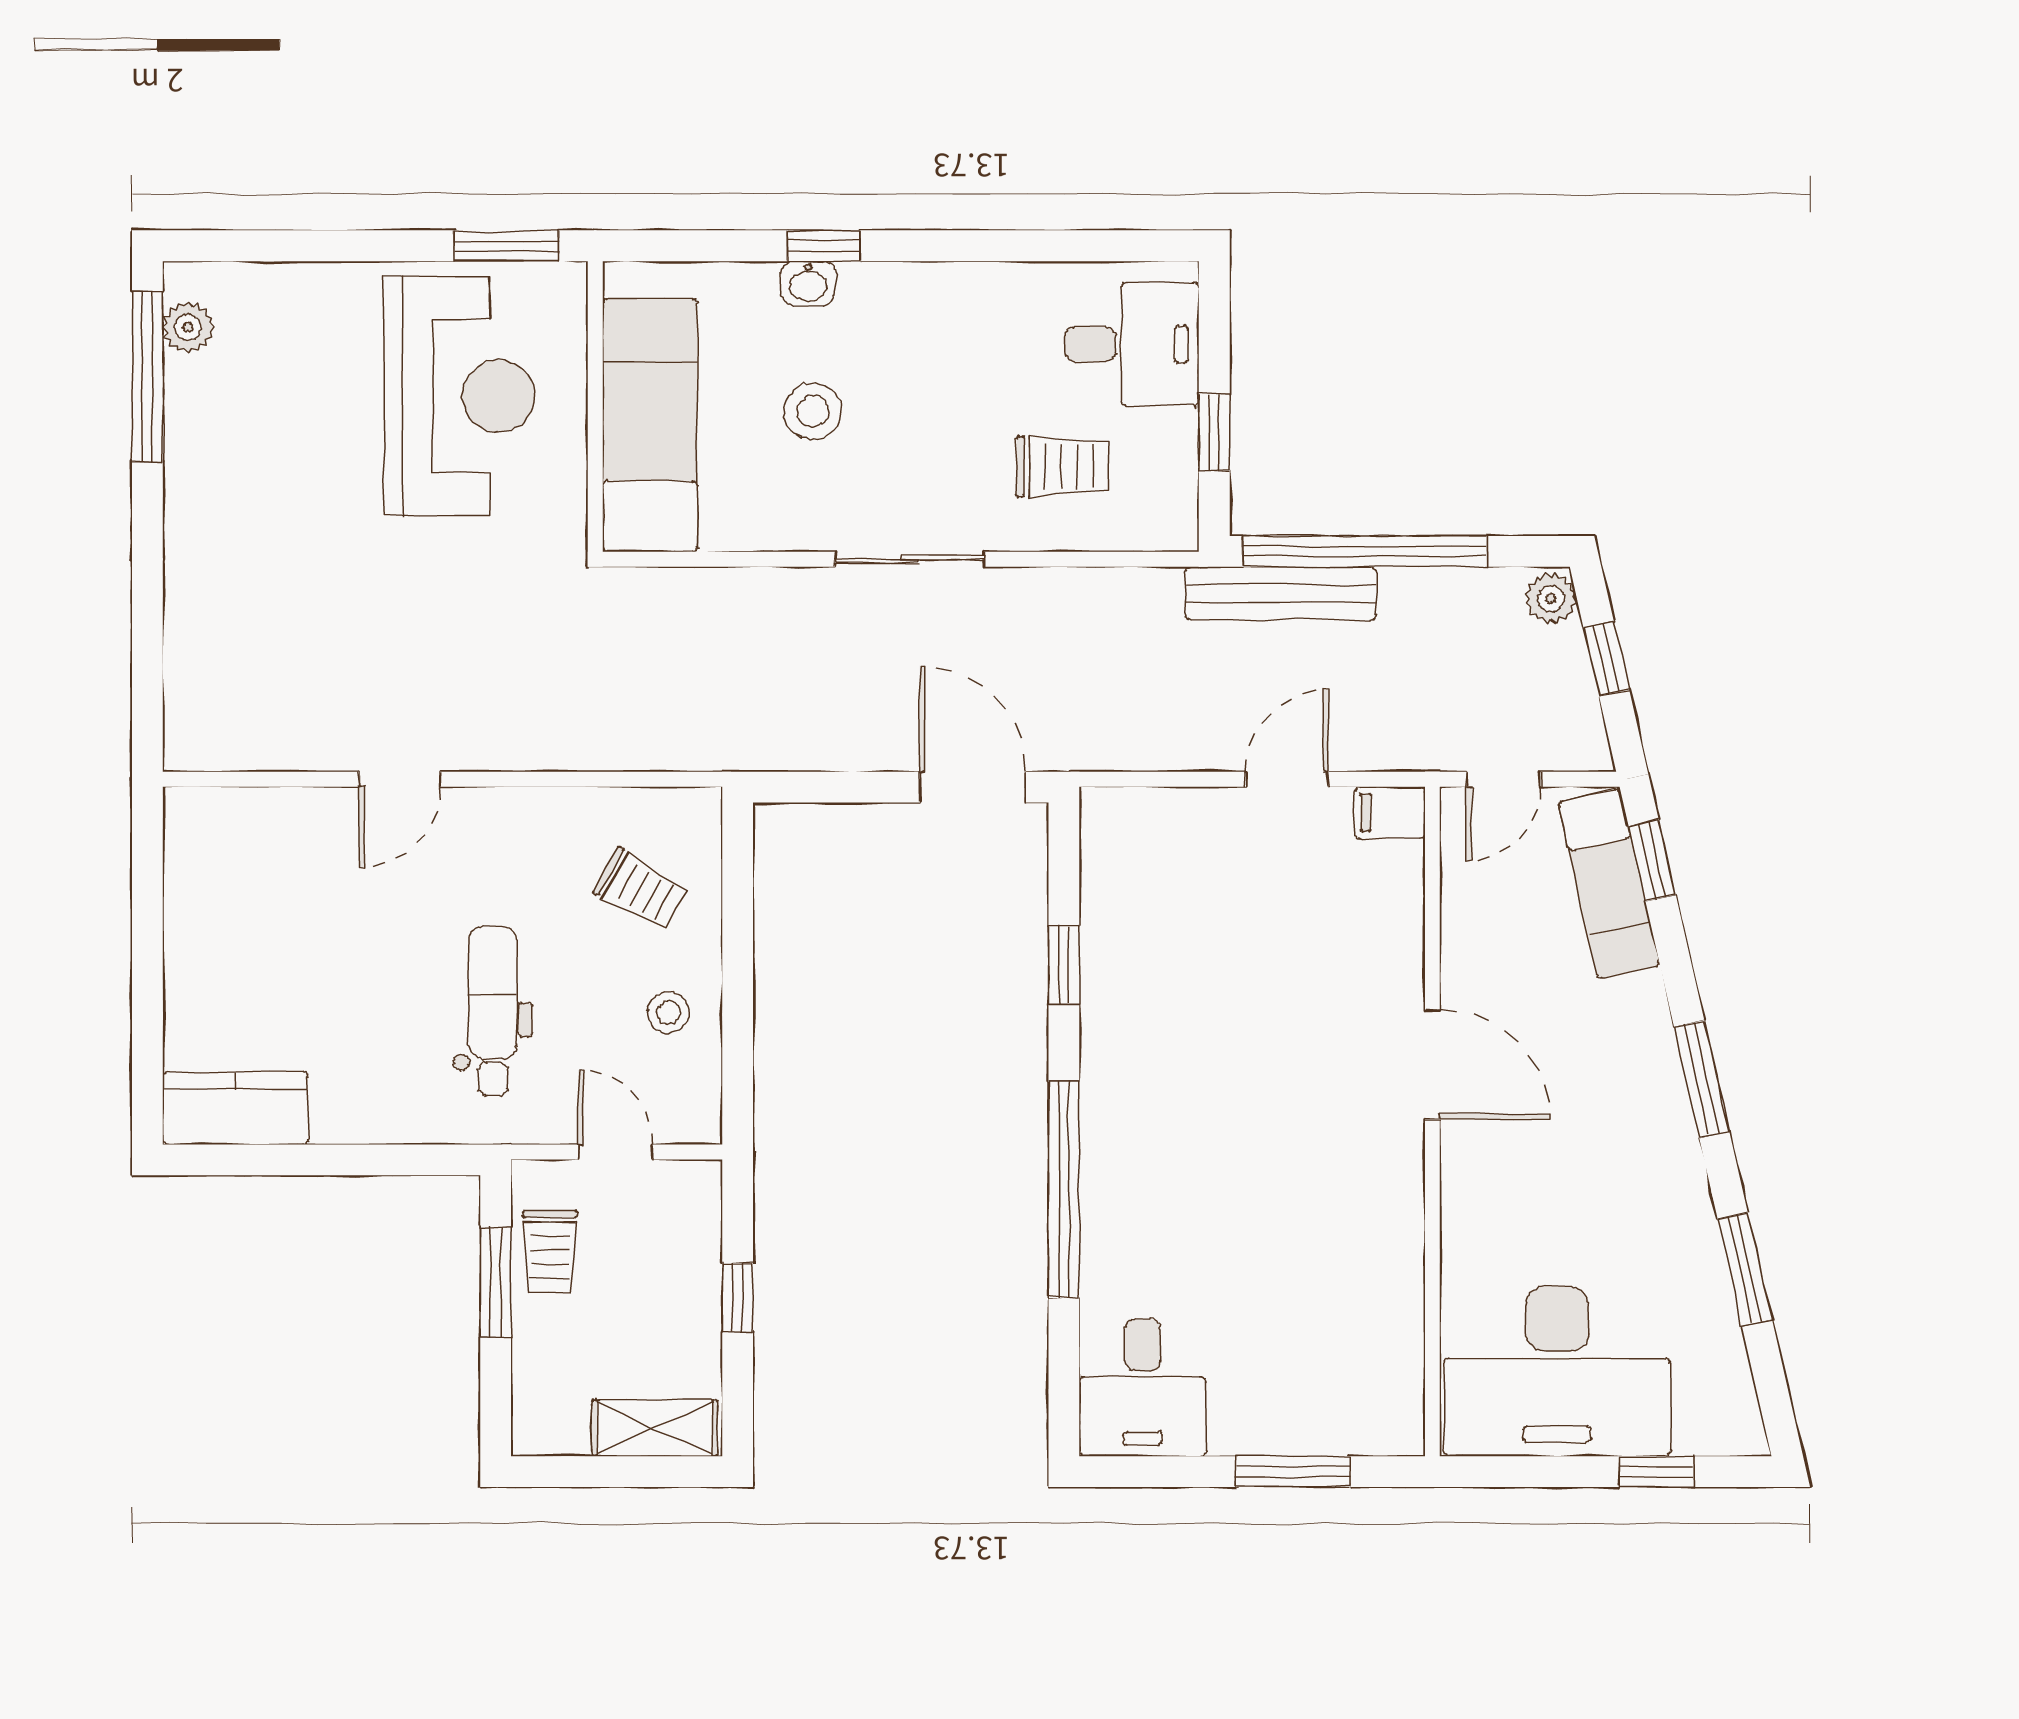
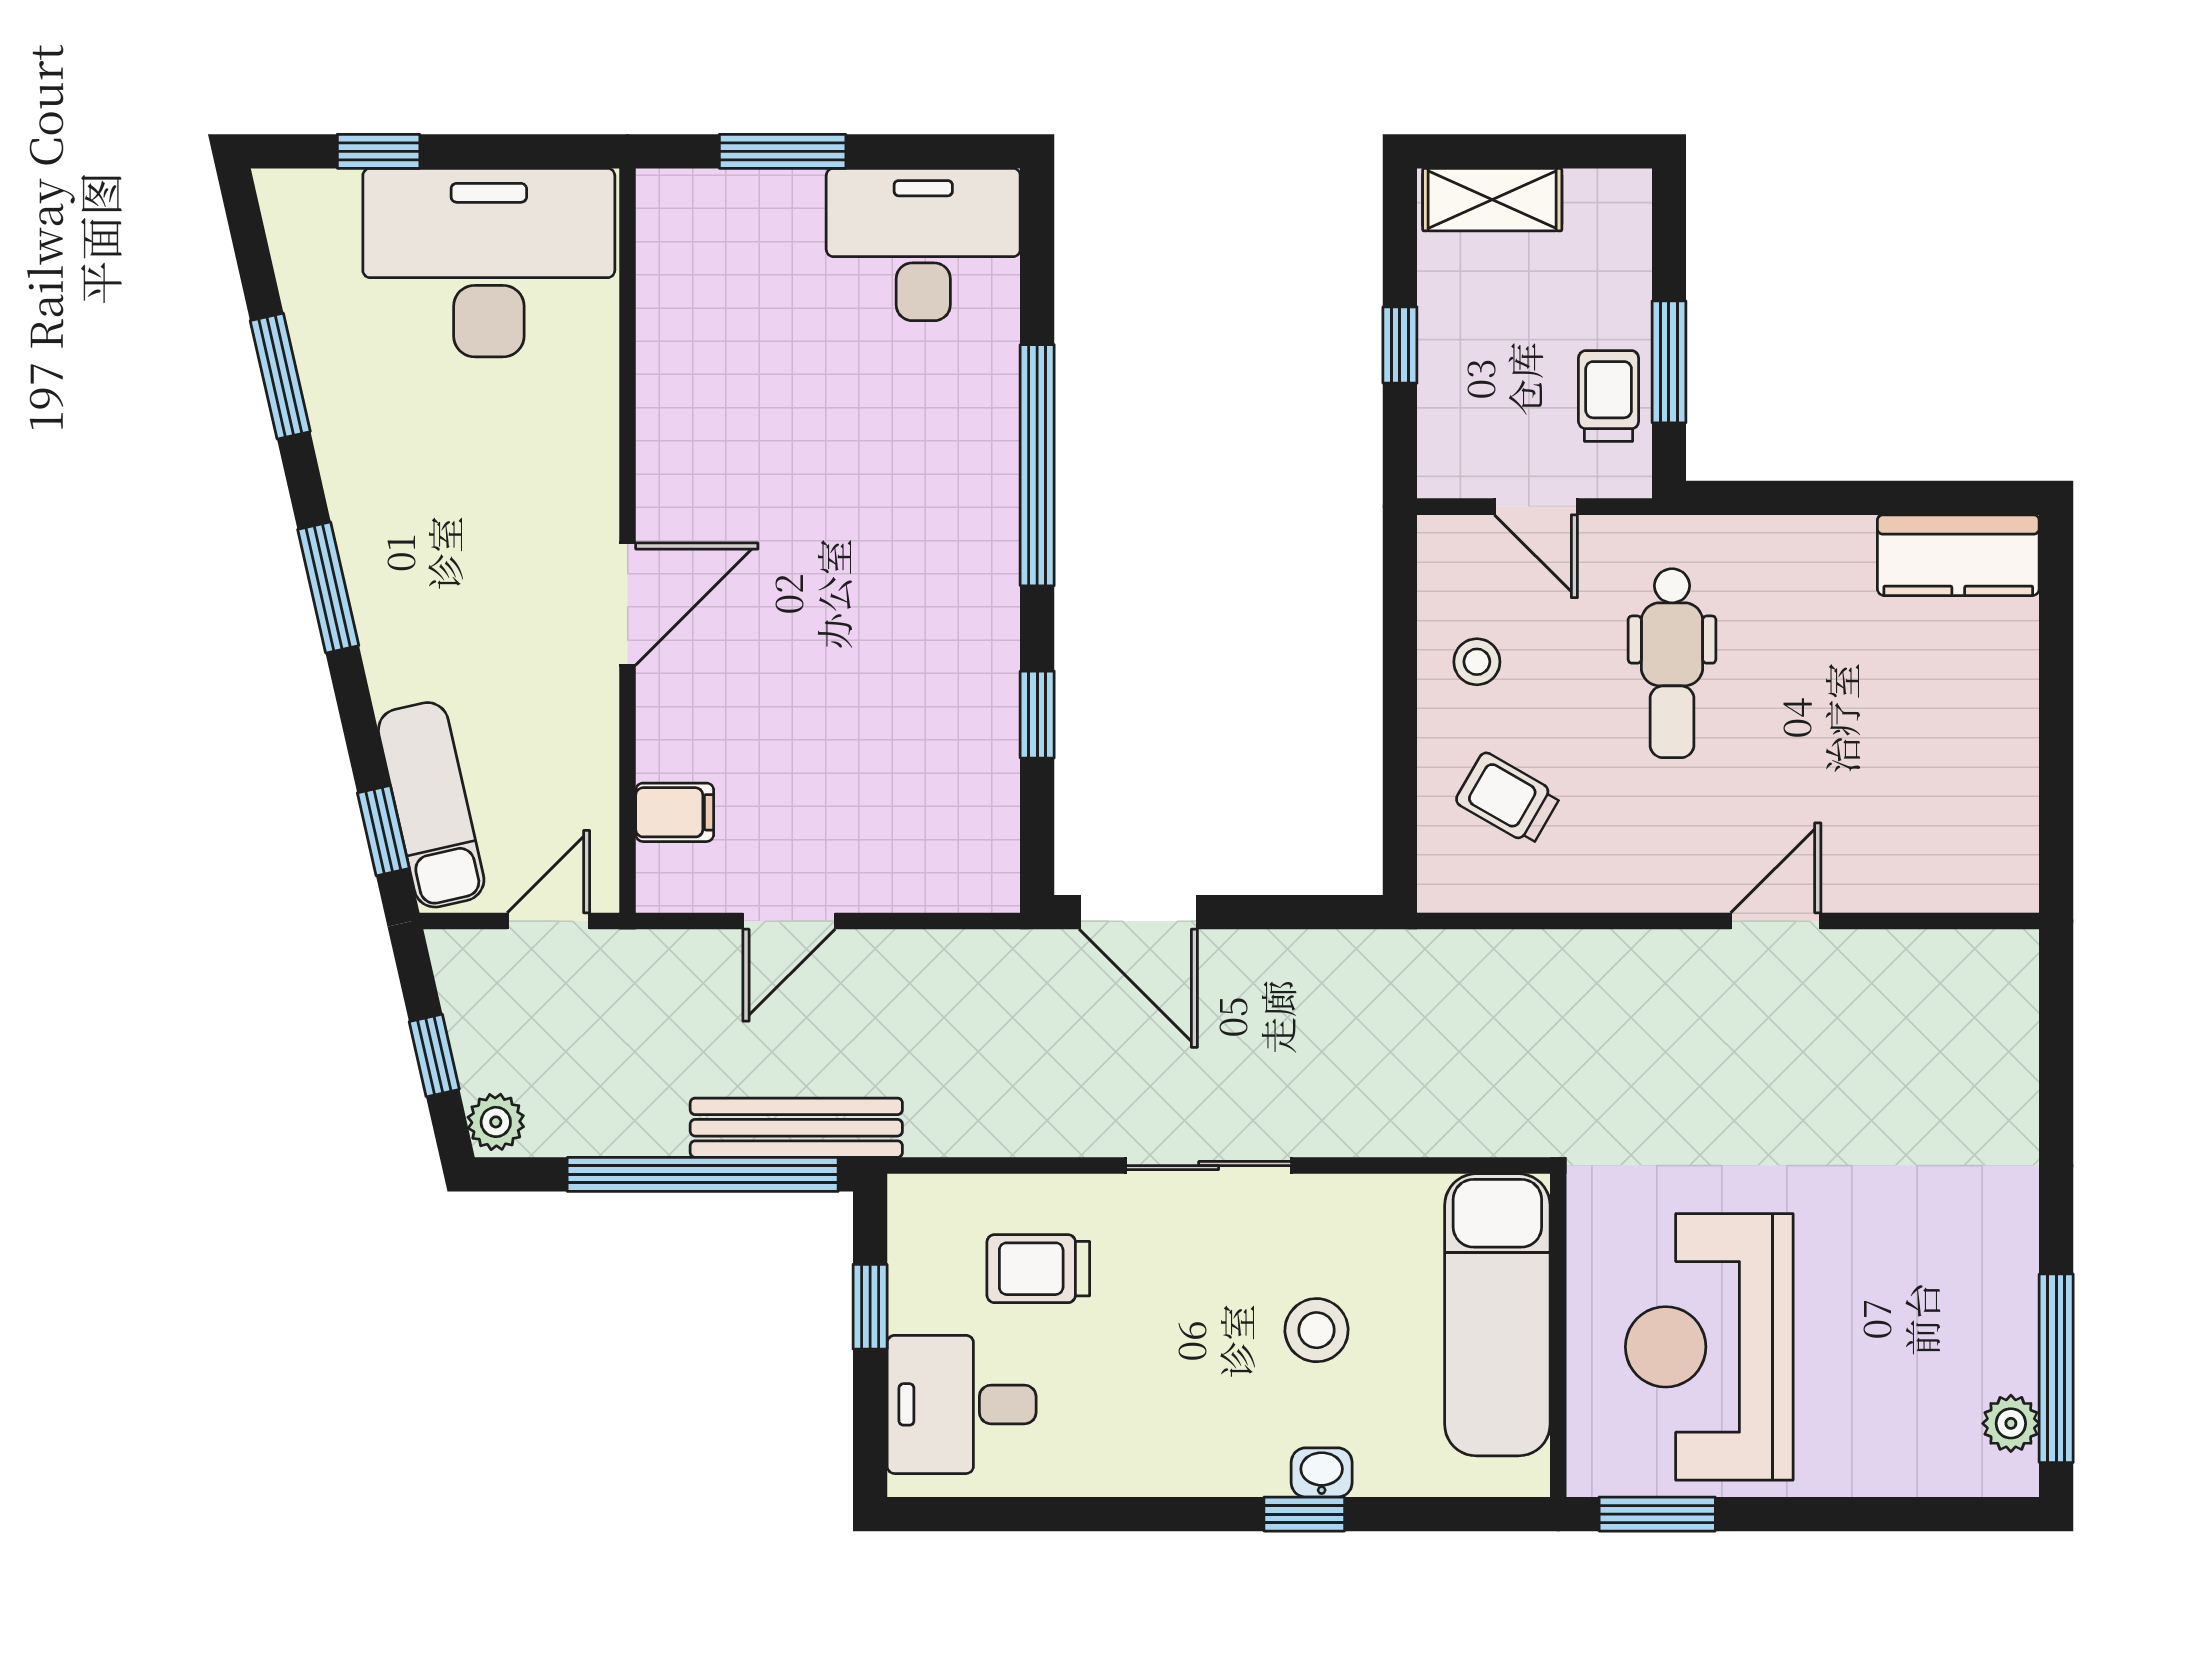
filing cabinet: (1390, 813) -> (675, 812), moved
door: (1432, 1064) -> (628, 604), swing flipped
desk: (1143, 1388) -> (923, 245), width x1.37

